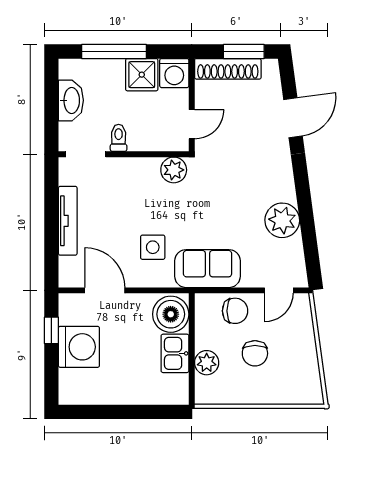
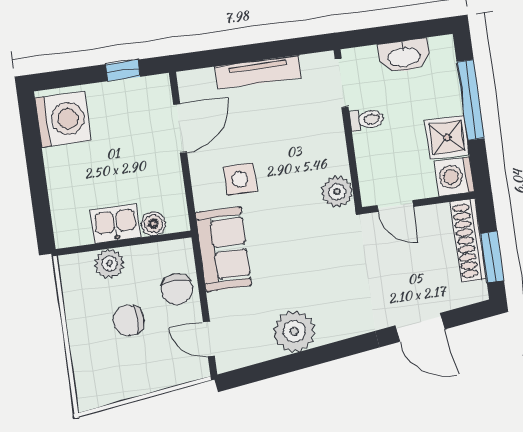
boiler: (171, 314) -> (153, 224), width x0.54, depth x0.54
washing machine: (79, 347) -> (63, 119), moved, turned -90

